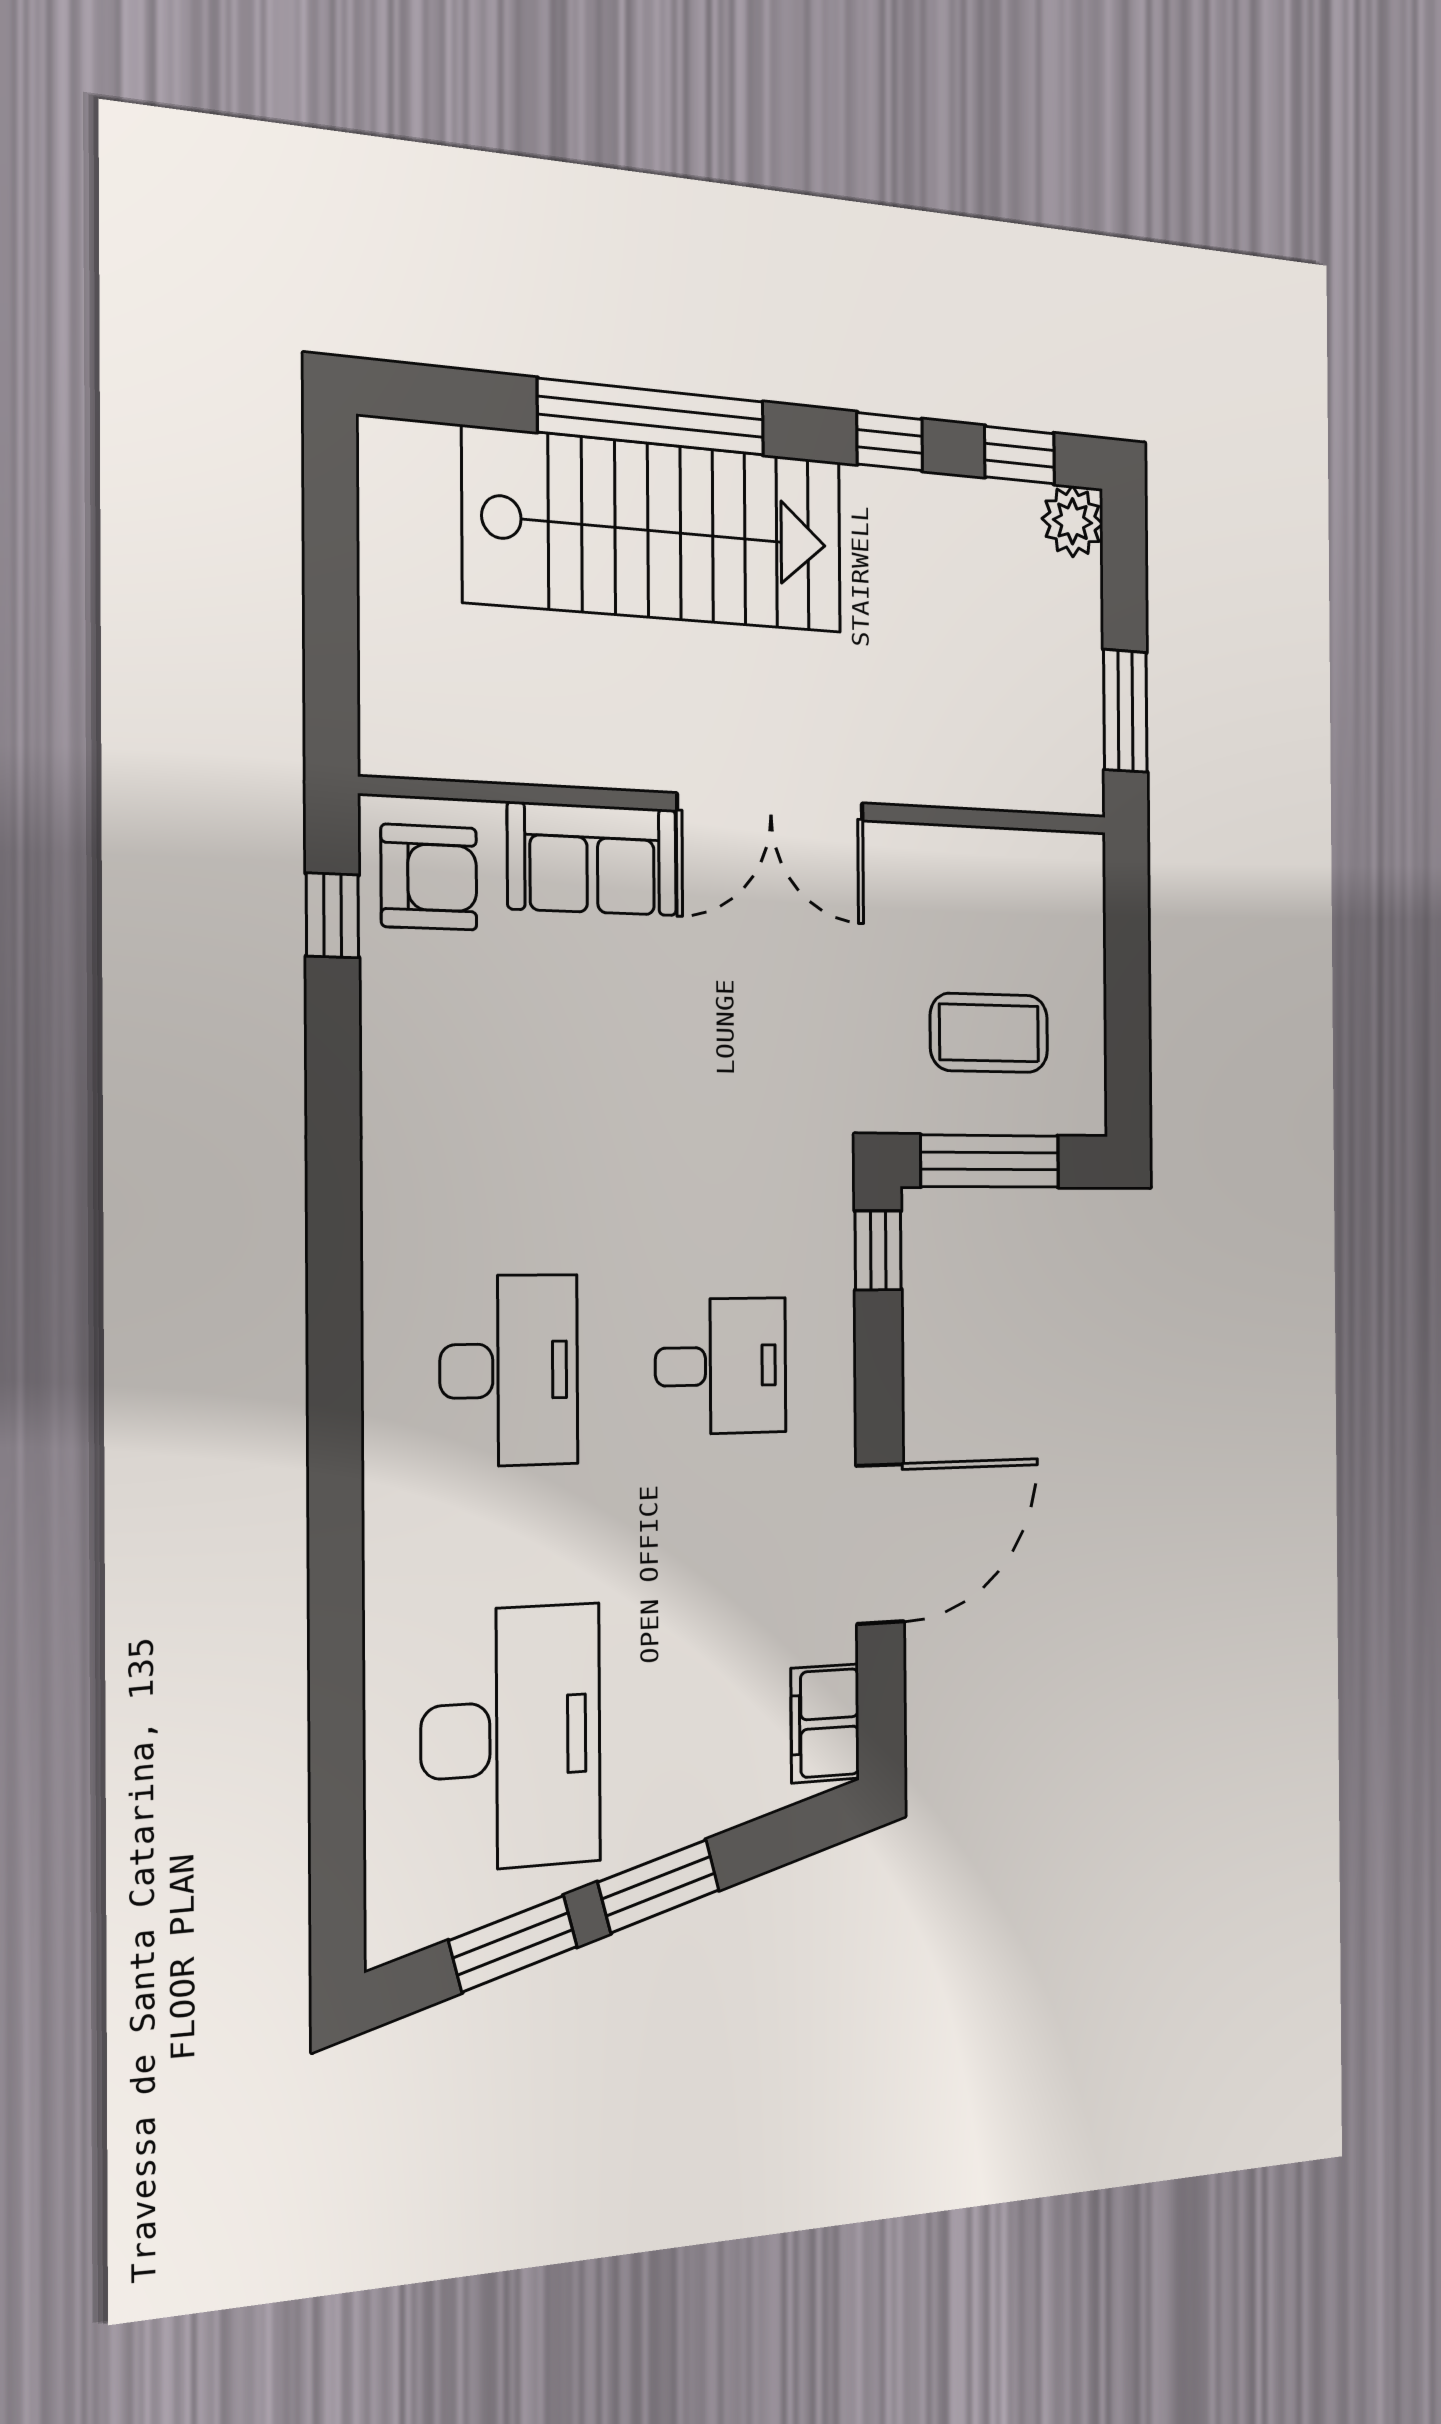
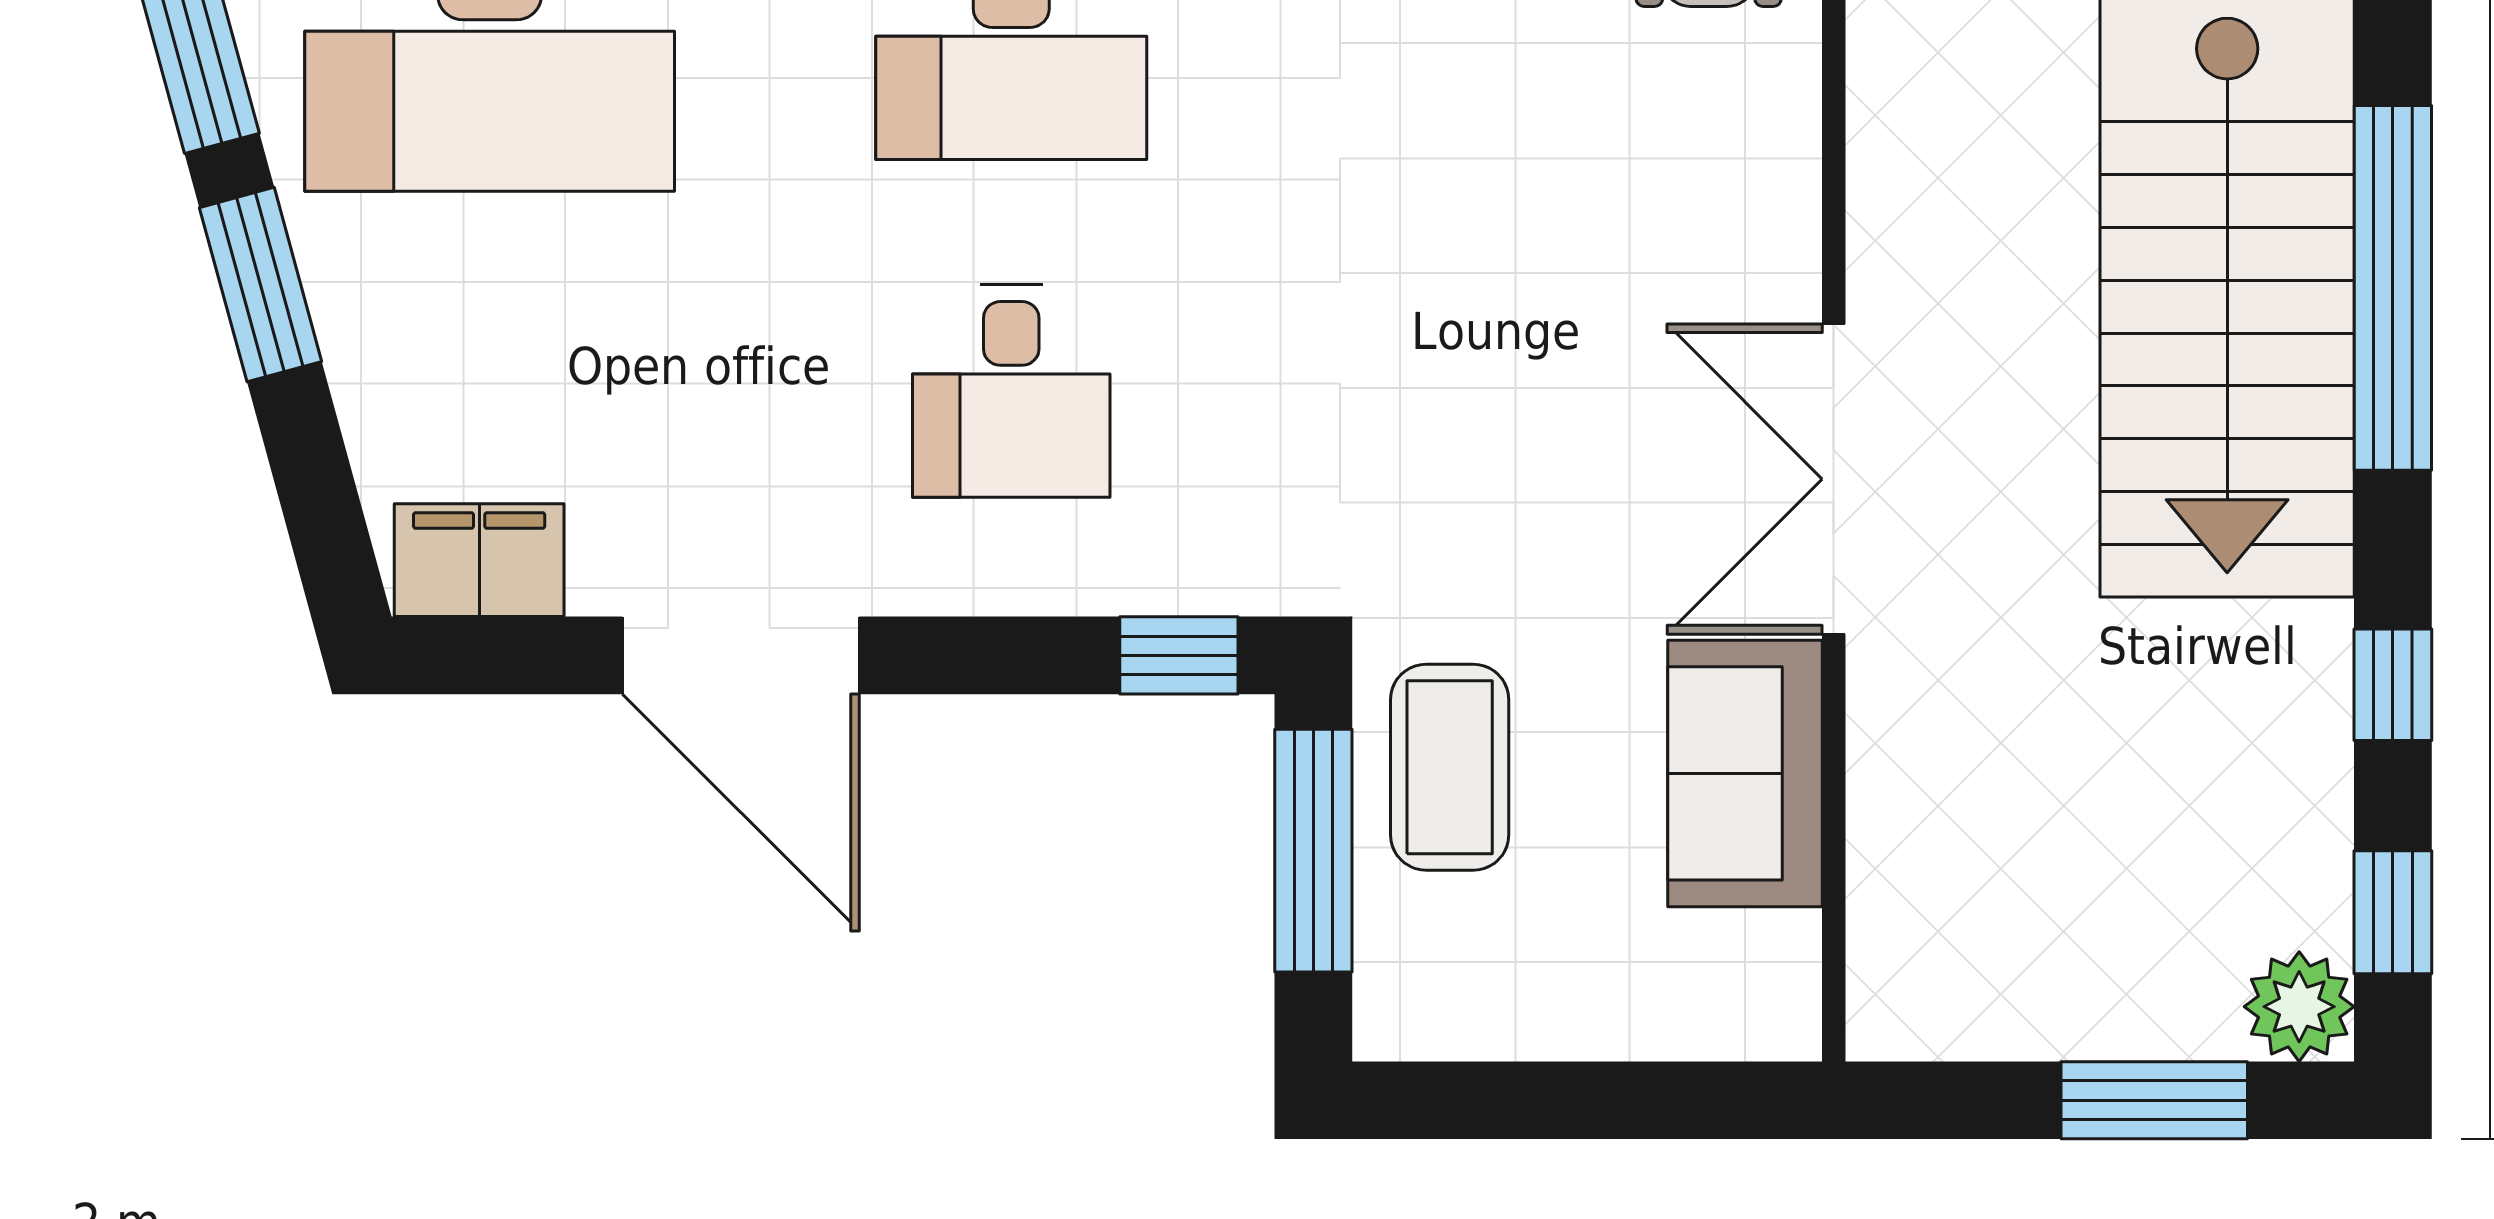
window: (1125, 711) -> (2154, 1100), moved
sofa: (592, 859) -> (1745, 773), moved
coffee table: (989, 1033) -> (1450, 767), moved

